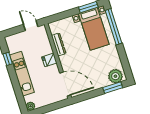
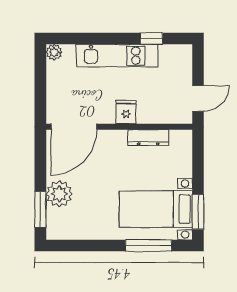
window: (114, 27) -> (149, 246), width x0.68
plant: (115, 76) -> (59, 194), moved

